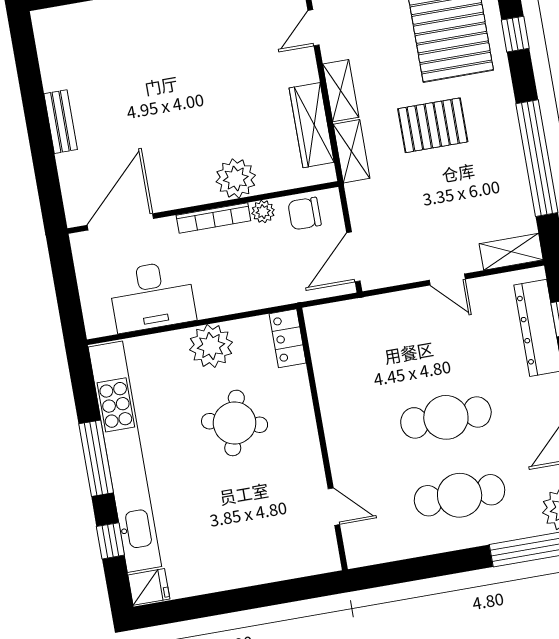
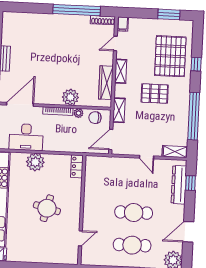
shelving: (352, 151) -> (119, 110), moved
plant: (211, 346) -> (35, 162), moved
round table: (235, 423) -> (47, 208), moved
door: (334, 507) -> (80, 238), hinge flipped

